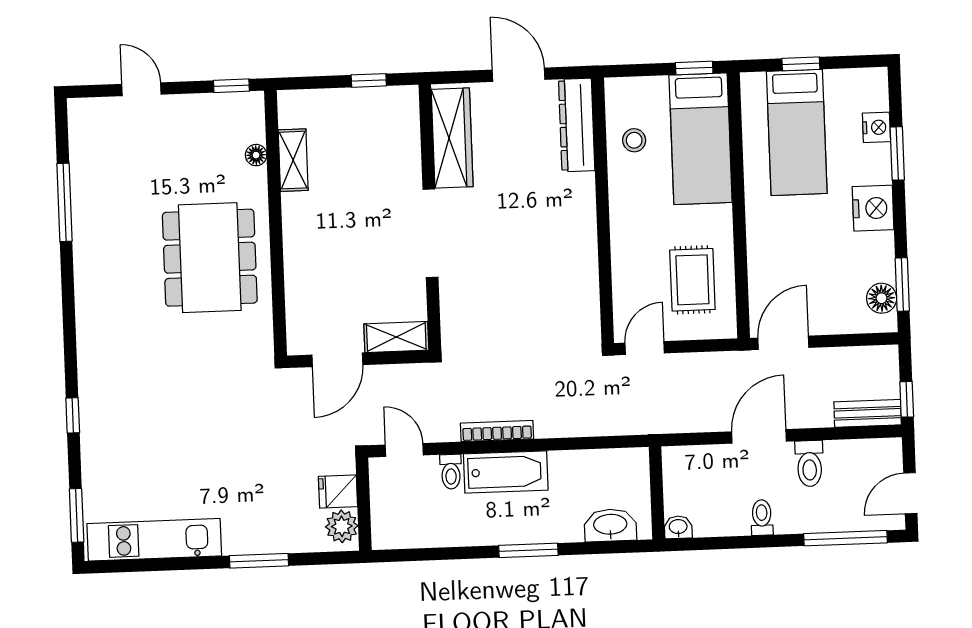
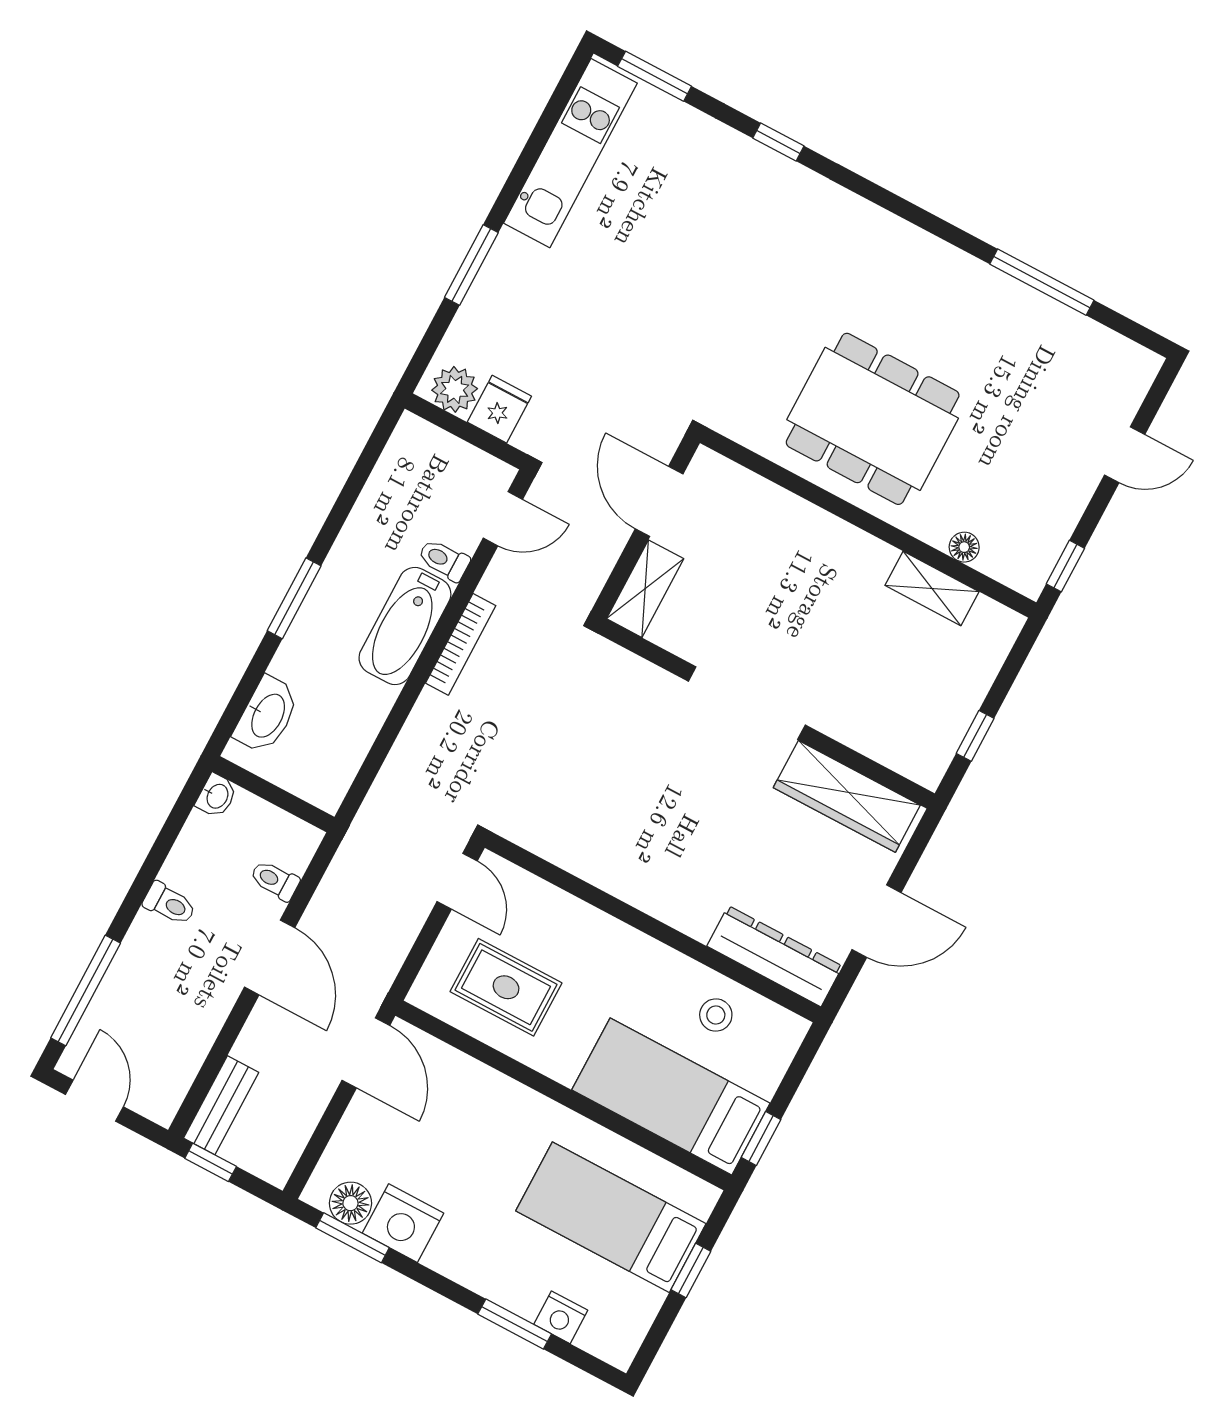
nightstand: (873, 208) -> (403, 1223), moved
toilet: (809, 464) -> (275, 880), moved, width x0.73, depth x0.72

